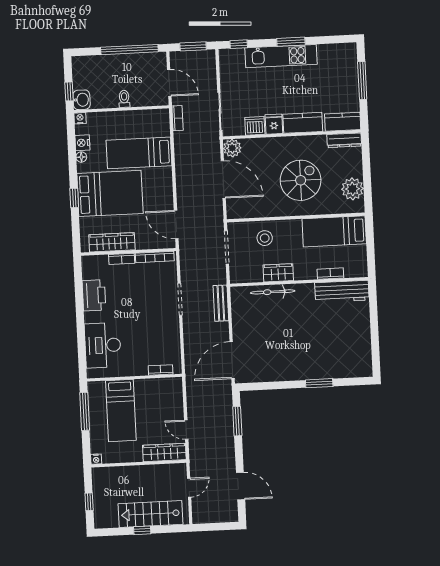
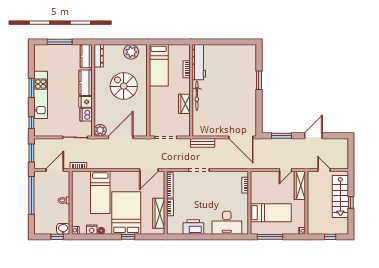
stool: (265, 238) -> (161, 112), removed
bicycle: (273, 292) -> (197, 96), moved
door: (241, 486) -> (313, 136), moved

